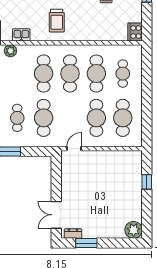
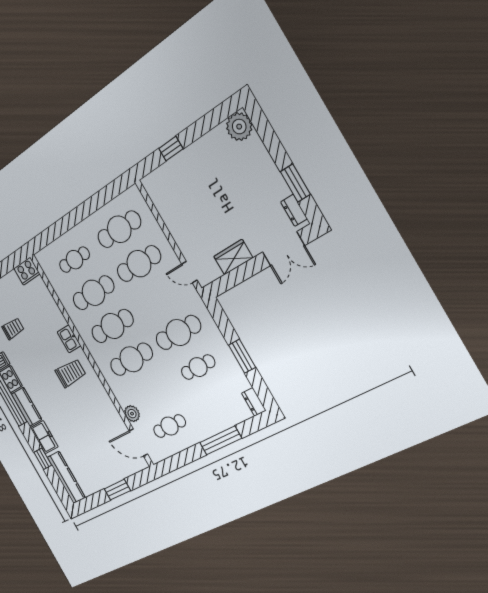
kitchen sink: (21, 35) -> (69, 339), moved
wardrobe: (68, 182) -> (233, 257), added

